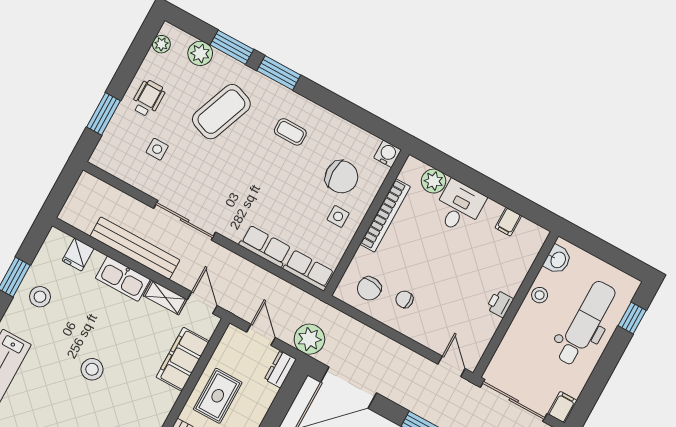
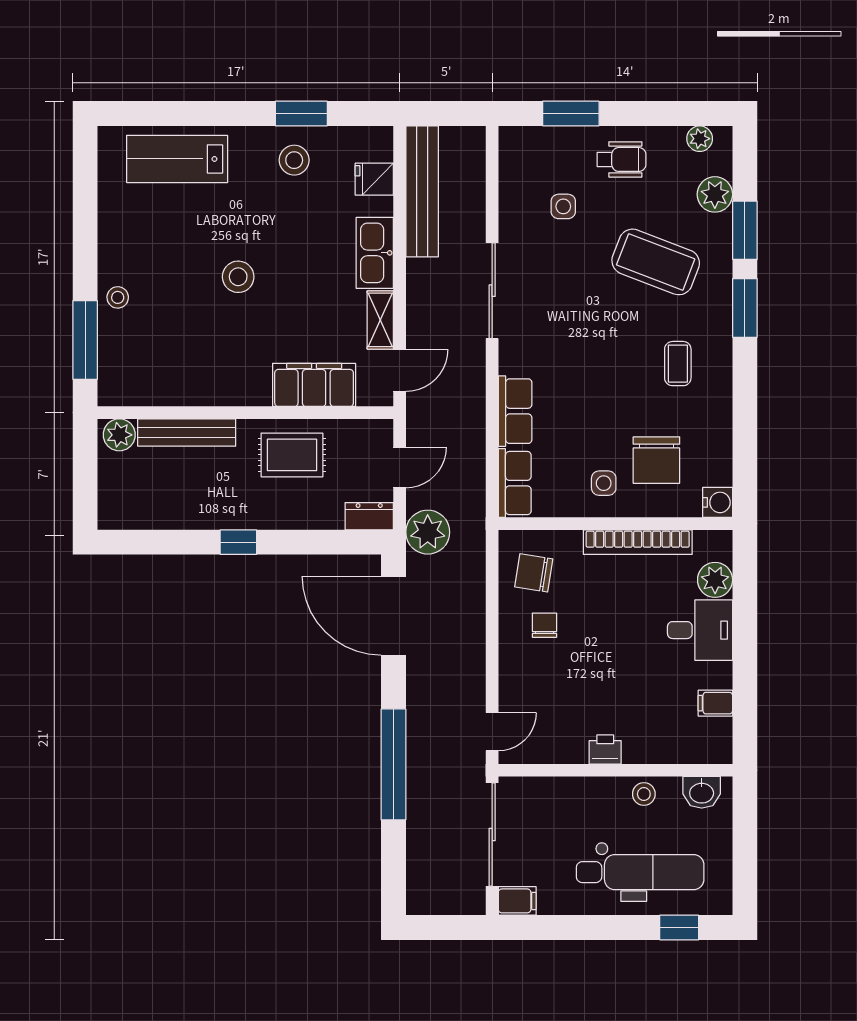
bench: (135, 248) -> (422, 191), moved

